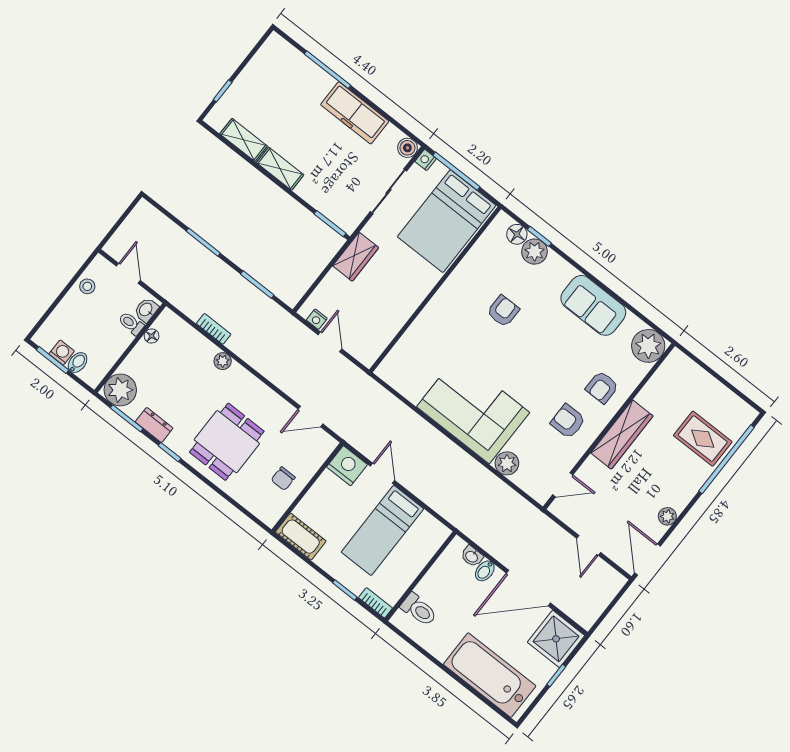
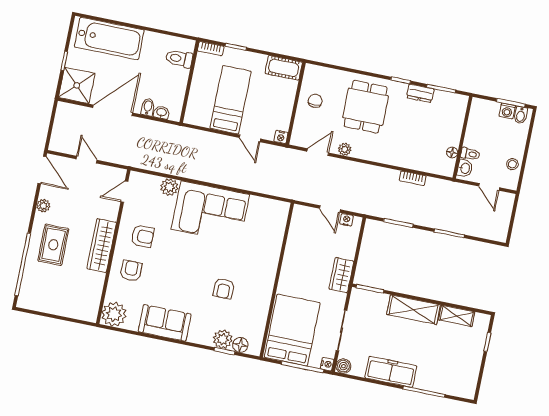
shelving: (280, 169) -> (413, 310), width x1.50, depth x1.33
plant: (223, 361) -> (345, 149), moved
bidet: (78, 363) -> (521, 115), moved
plant: (120, 390) -> (455, 105), removed
rug: (703, 439) -> (53, 245), moved, turned 90
nightstand: (347, 466) -> (281, 137), width x0.53, depth x0.56

